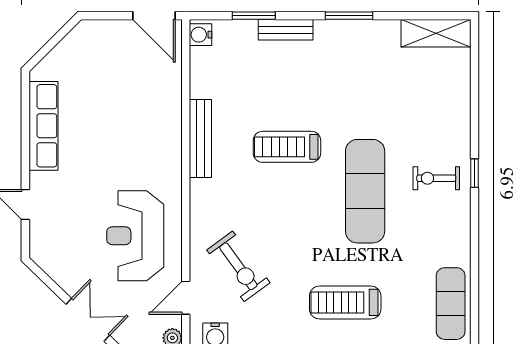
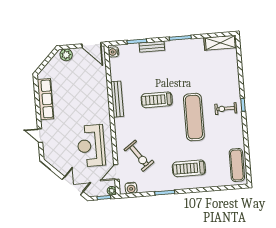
plant: (97, 33) -> (66, 55), added

